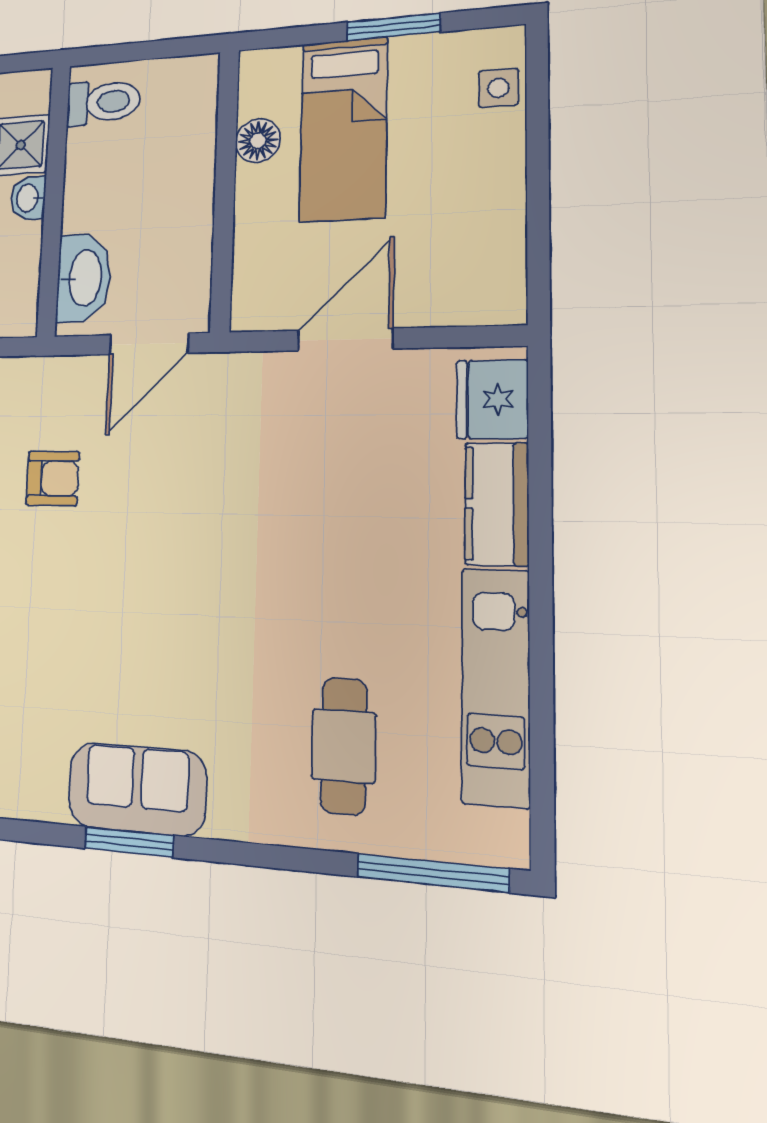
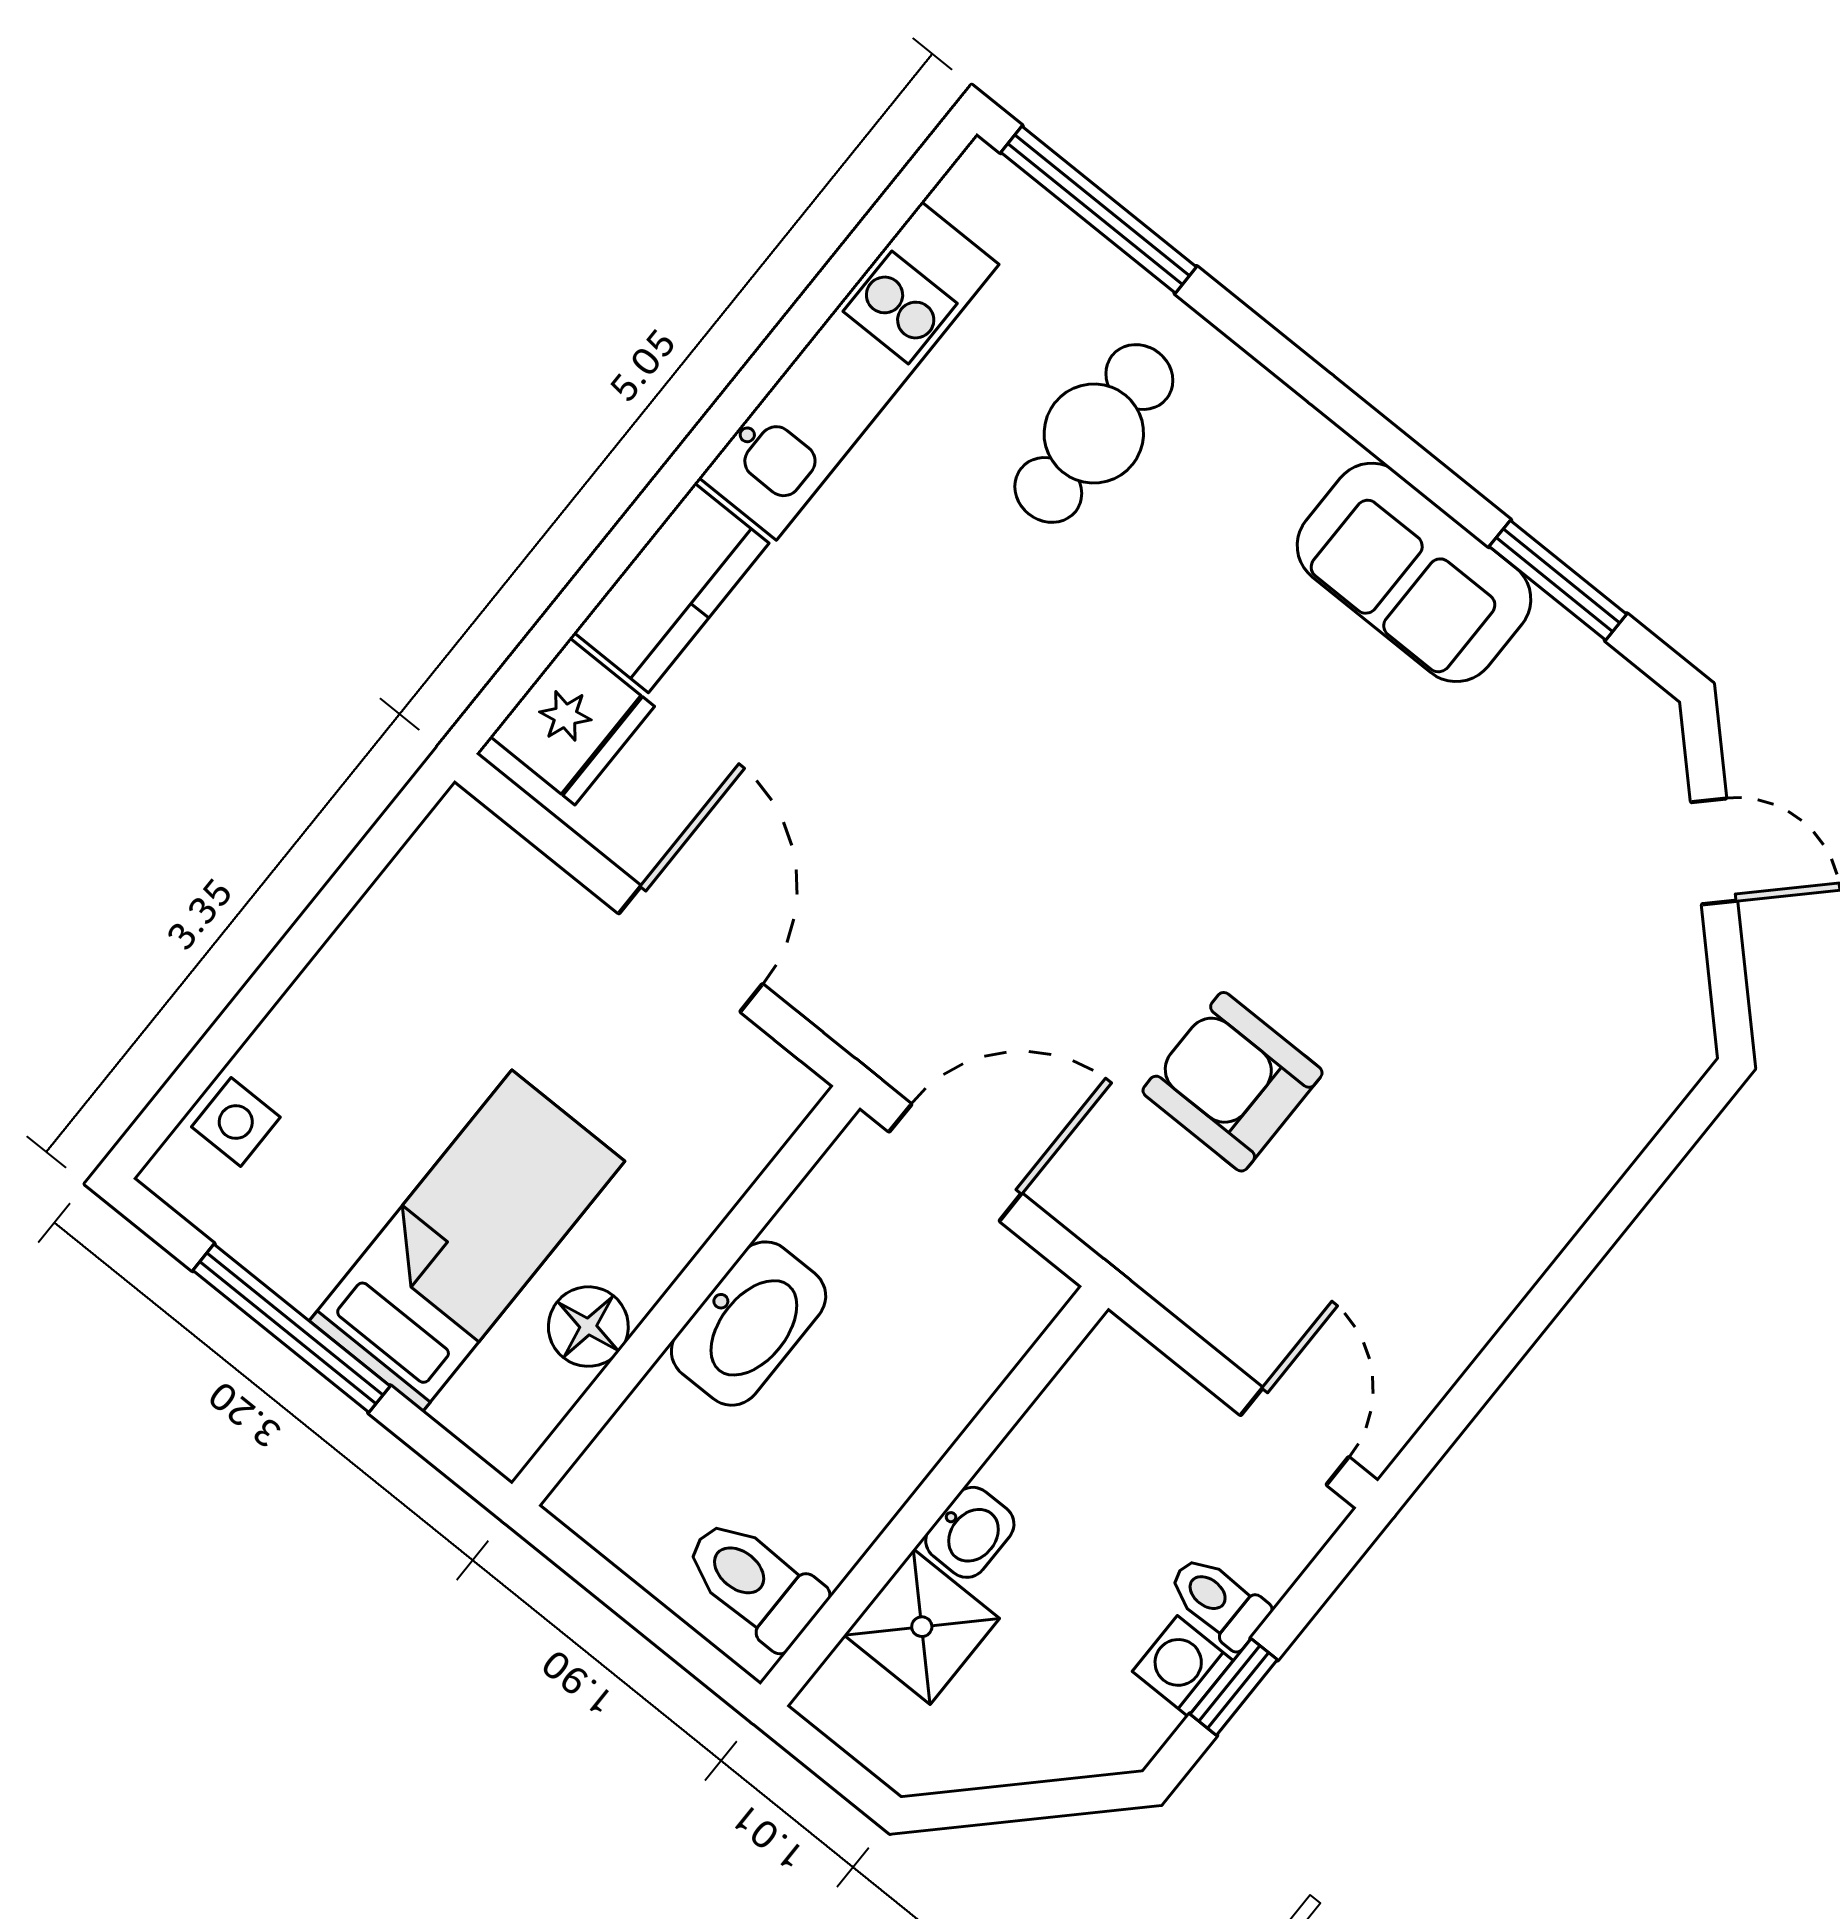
window: (393, 27) -> (291, 1328), width x1.44
washbasin: (84, 278) -> (749, 1324), moved, turned 180
door: (345, 340) -> (691, 949), swing flipped
armchair: (53, 478) -> (1233, 1082), width x1.38, depth x1.38
window: (129, 842) -> (1558, 580), moved

